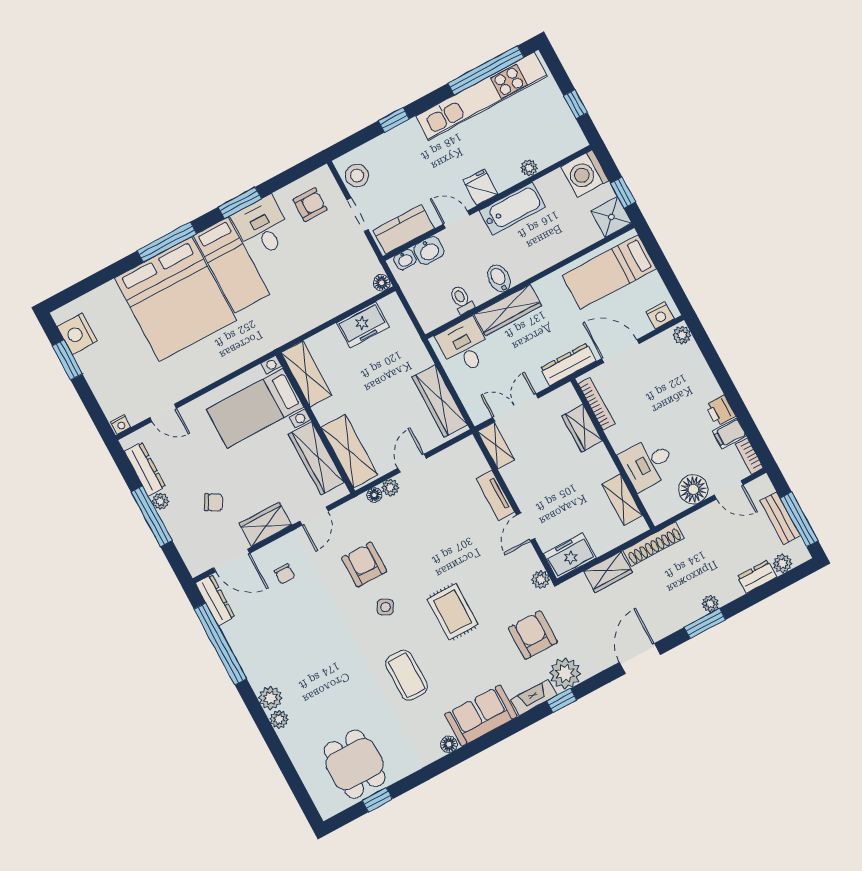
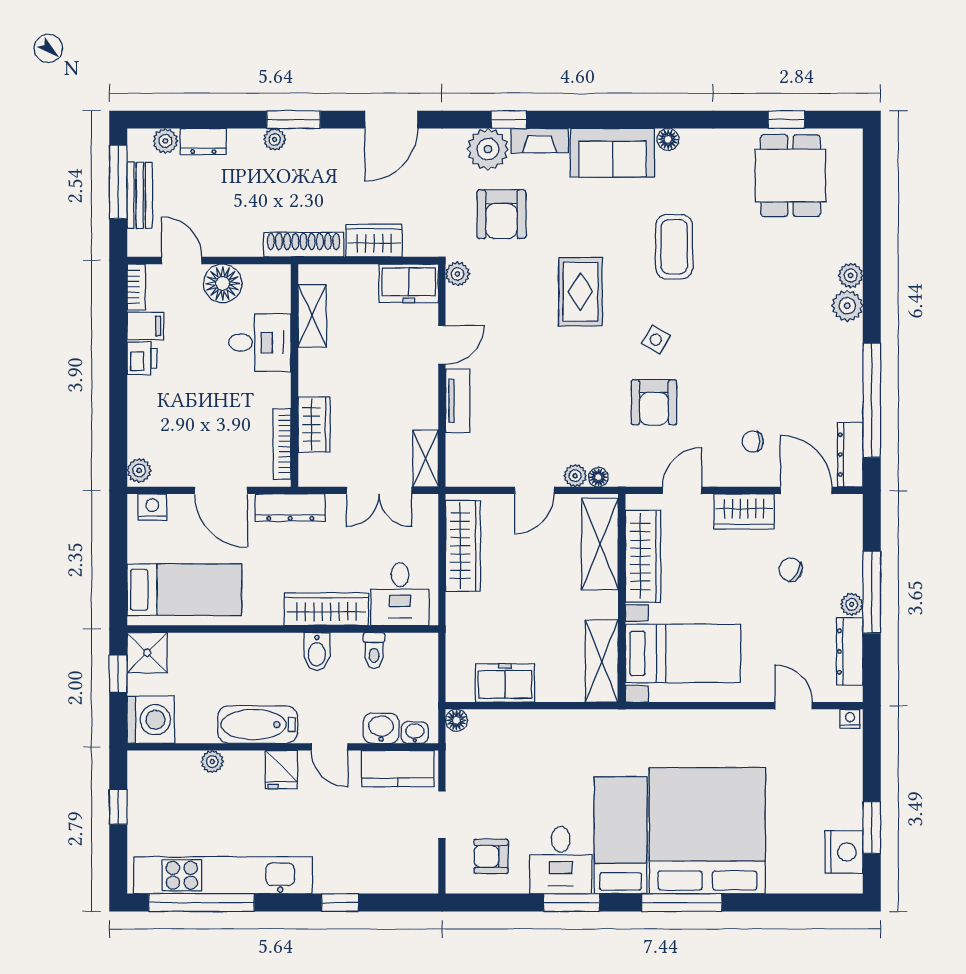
stool: (357, 175) -> (418, 861), removed
chair: (285, 574) -> (753, 441), turned -90

